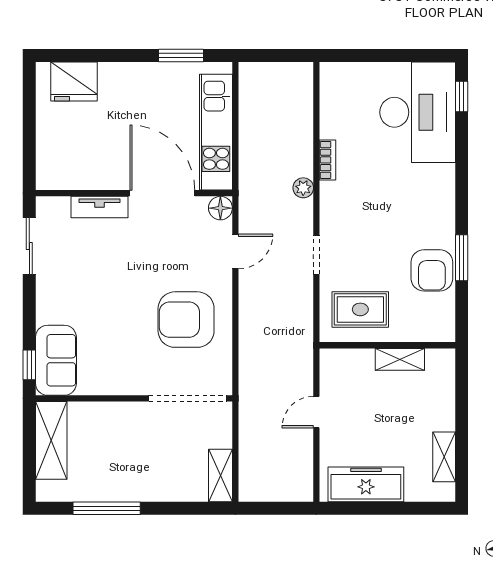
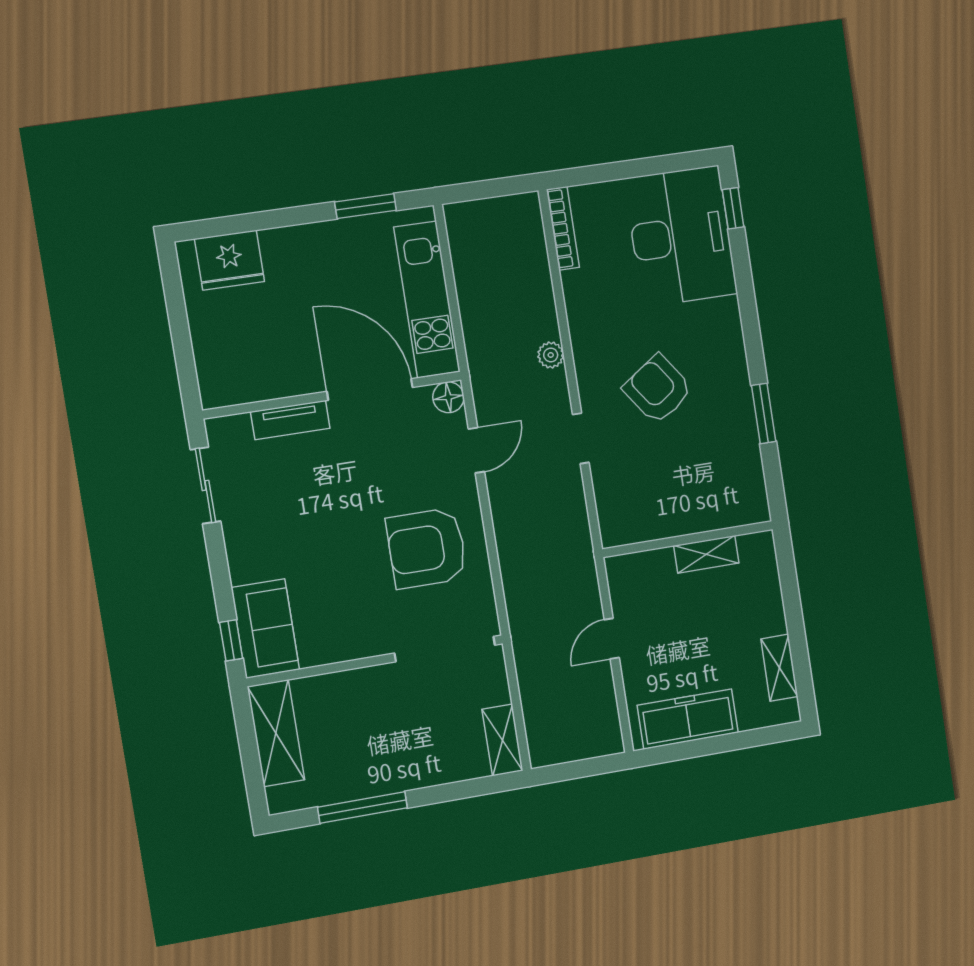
bookcase: (328, 160) -> (563, 228), moved, width x1.56
armchair: (432, 270) -> (658, 389), moved, turned 145
rug: (360, 309) -> (647, 499), removed

